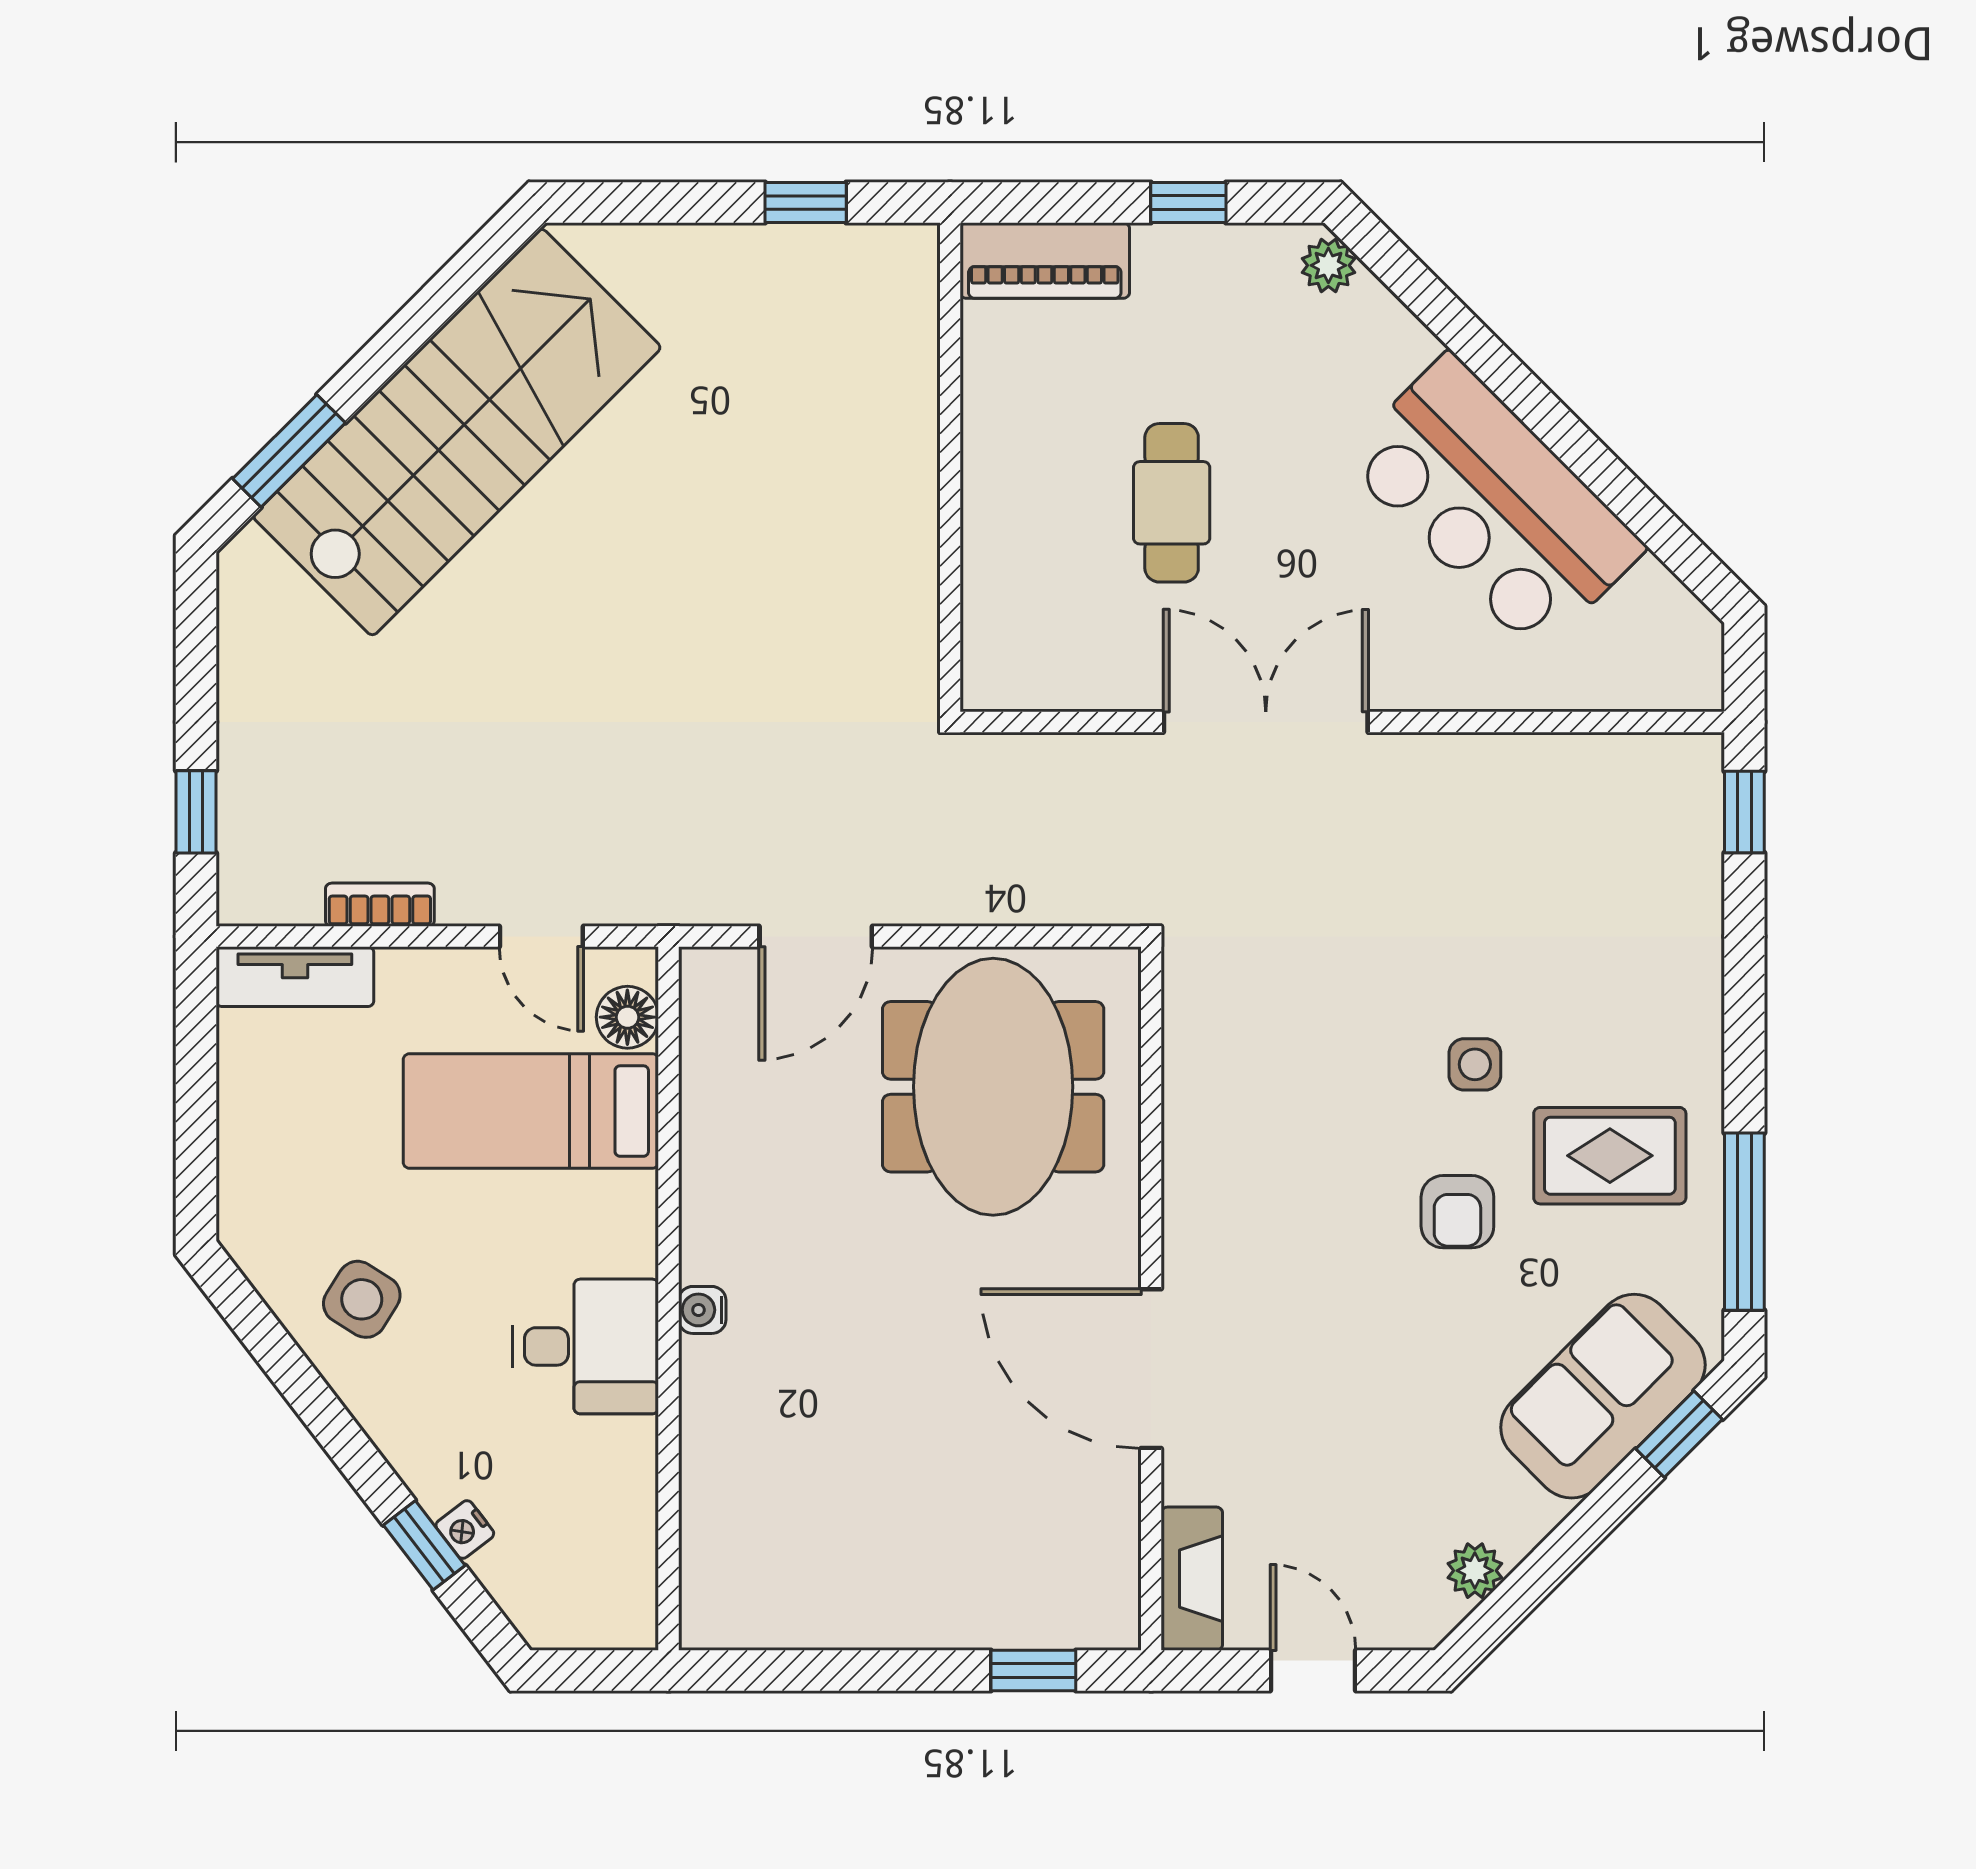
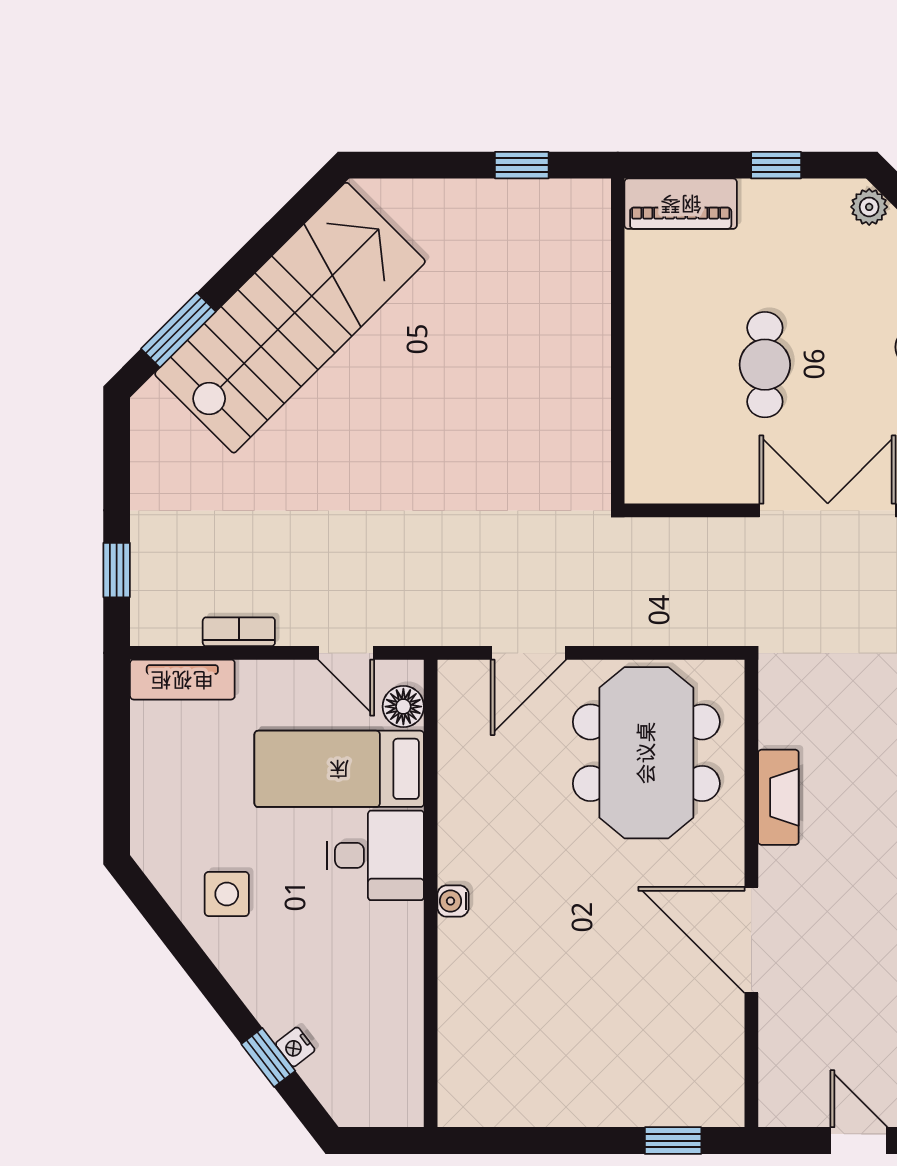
side table: (362, 1299) -> (227, 894), turned -32
desk: (586, 1346) -> (376, 855), moved
fireplace: (1192, 1579) -> (778, 797), moved

